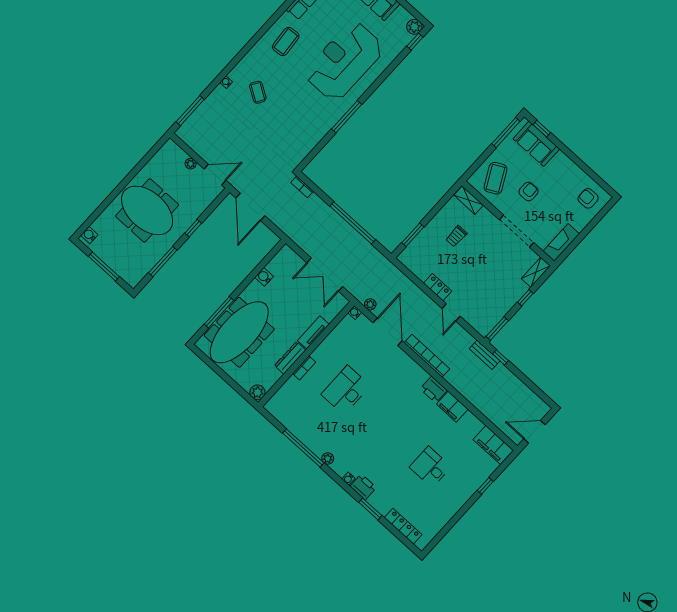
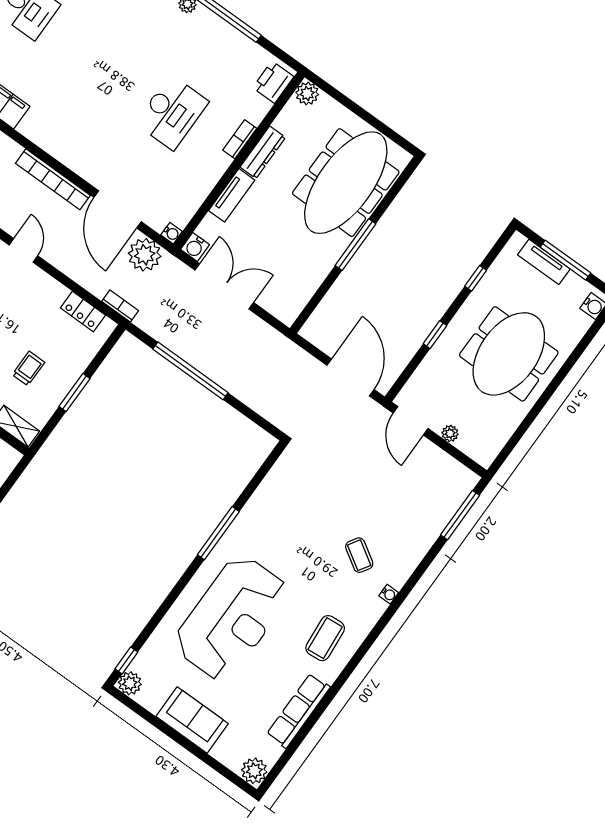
water cooler: (226, 82) -> (389, 594), moved
door: (215, 175) -> (411, 421), hinge flipped
bookcase: (302, 187) -> (120, 306), moved
meeting table: (147, 210) -> (509, 354), turned 90
window: (413, 235) -> (75, 392), moved
window: (163, 261) -> (476, 278), width x0.46
tv unit: (118, 267) -> (544, 262), added
water cooler: (264, 277) -> (195, 247), moved, turned 90
locker: (438, 287) -> (83, 312), moved
plant: (370, 304) -> (145, 255), width x1.88, depth x1.88
window: (219, 312) -> (355, 245), moved
printer: (434, 390) -> (273, 82), moved, turned -90

